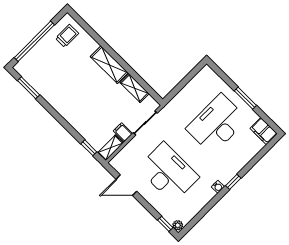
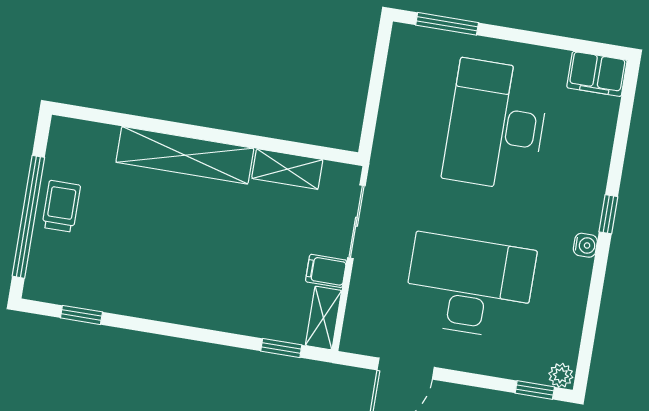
trolley: (67, 36) -> (61, 206), moved
shelving: (109, 65) -> (185, 155), width x1.47
window: (29, 88) -> (81, 315), width x0.67
window: (245, 98) -> (447, 24), moved

